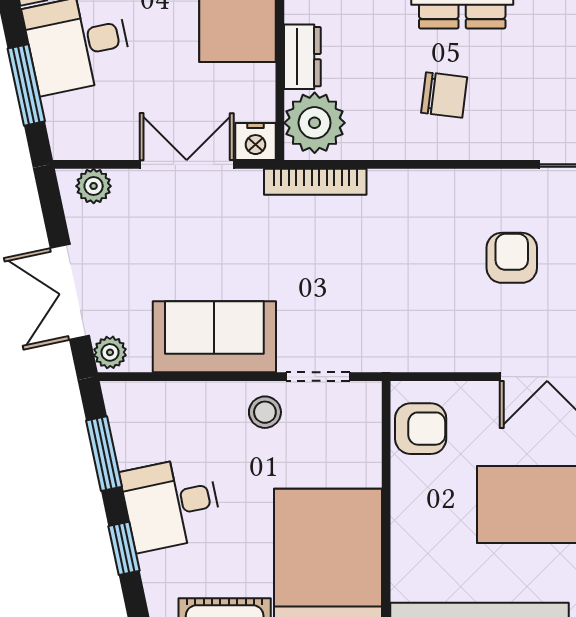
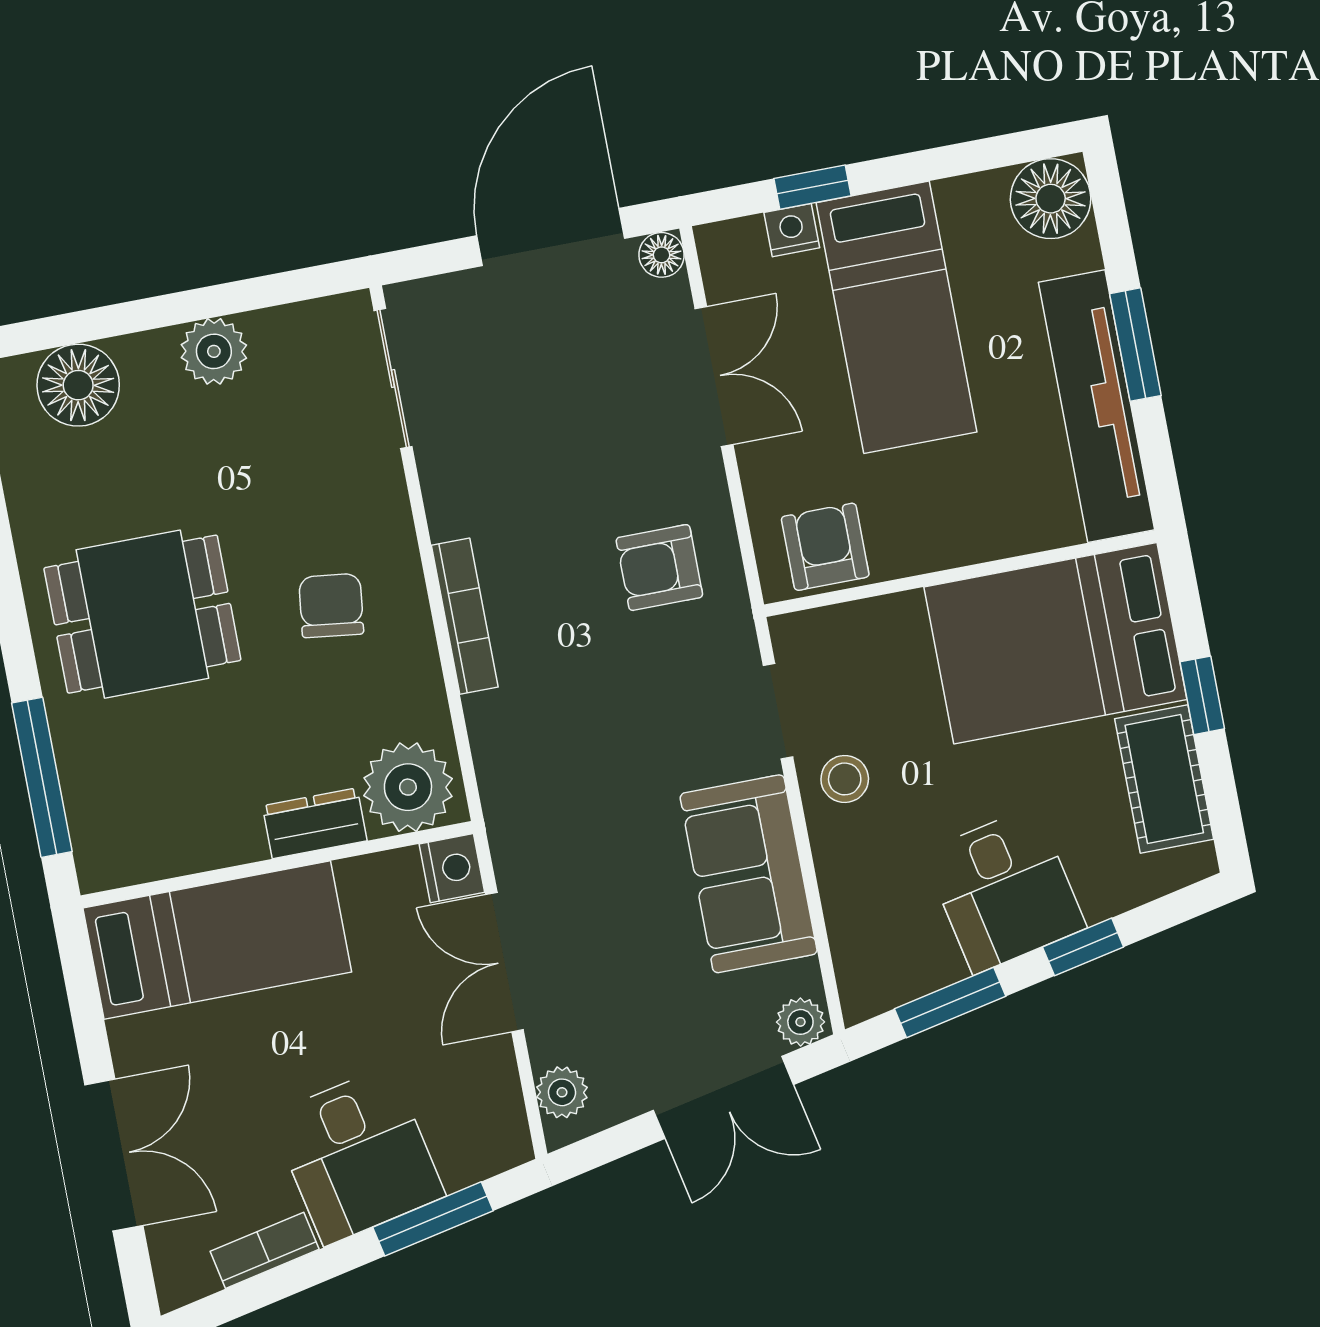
bookcase: (315, 182) -> (465, 616), moved
armchair: (512, 258) -> (659, 568), moved

